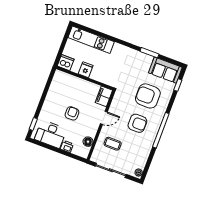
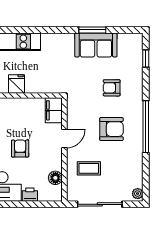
sofa: (165, 70) -> (96, 45), moved
armchair: (148, 96) -> (112, 88), width x0.53, depth x0.53

